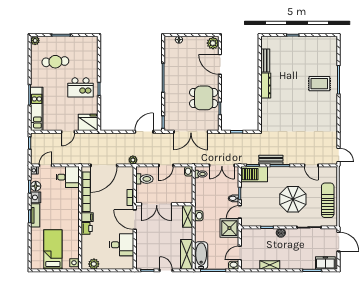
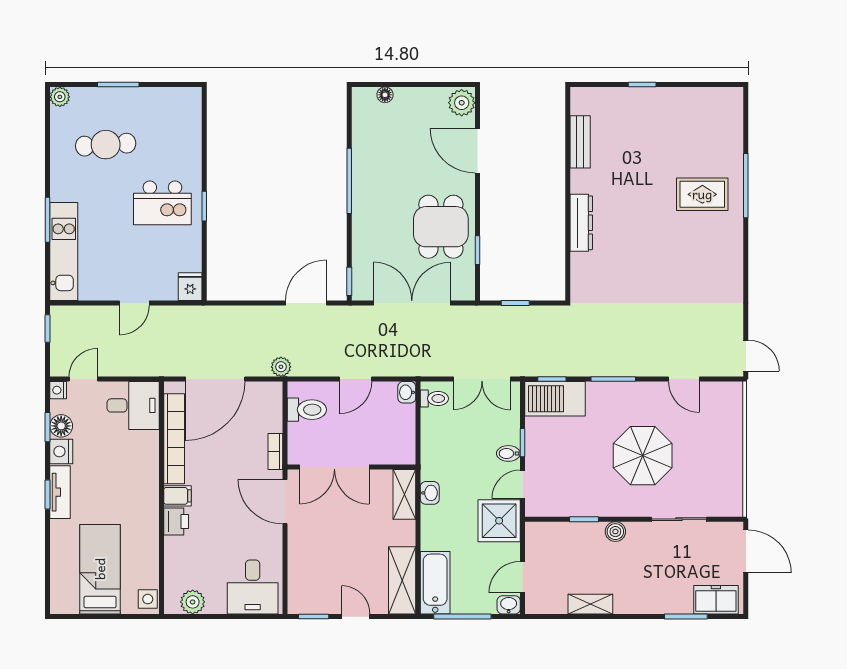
dresser: (266, 86) -> (581, 223), moved
dining table: (204, 98) -> (441, 227), turned 90
fridge: (88, 122) -> (190, 287), width x0.53, depth x0.75
double door: (191, 132) -> (412, 303), swing flipped
bench: (271, 160) -> (593, 366), removed
sun lounger: (328, 200) -> (721, 458), removed
desk: (122, 245) -> (253, 587), moved, turned 90

